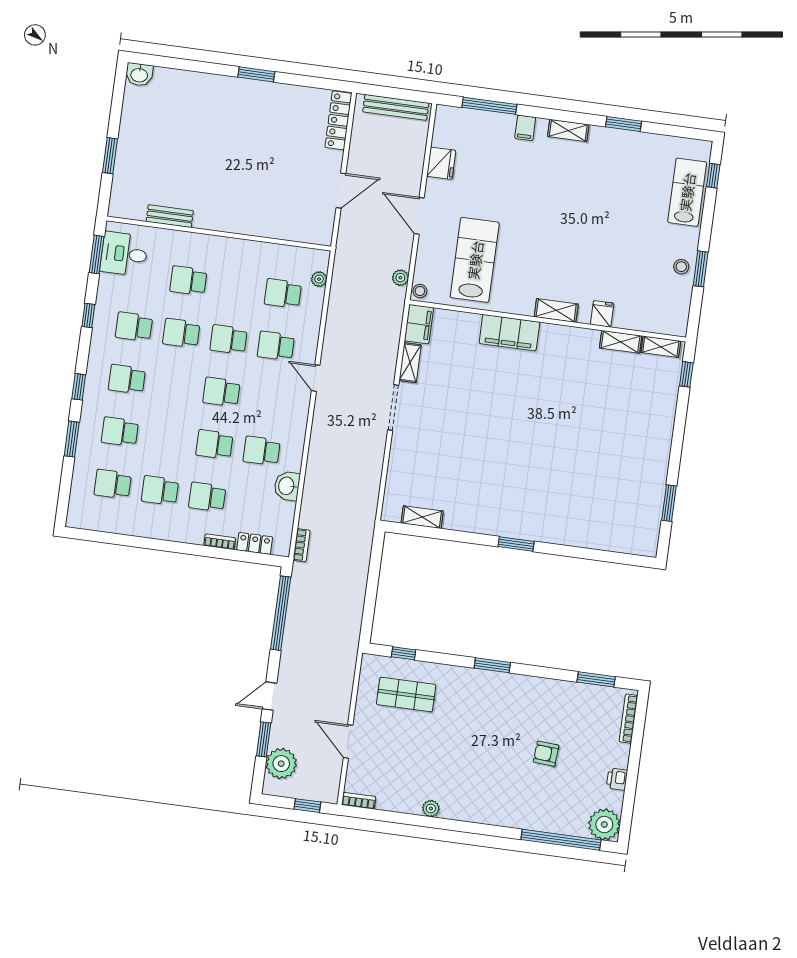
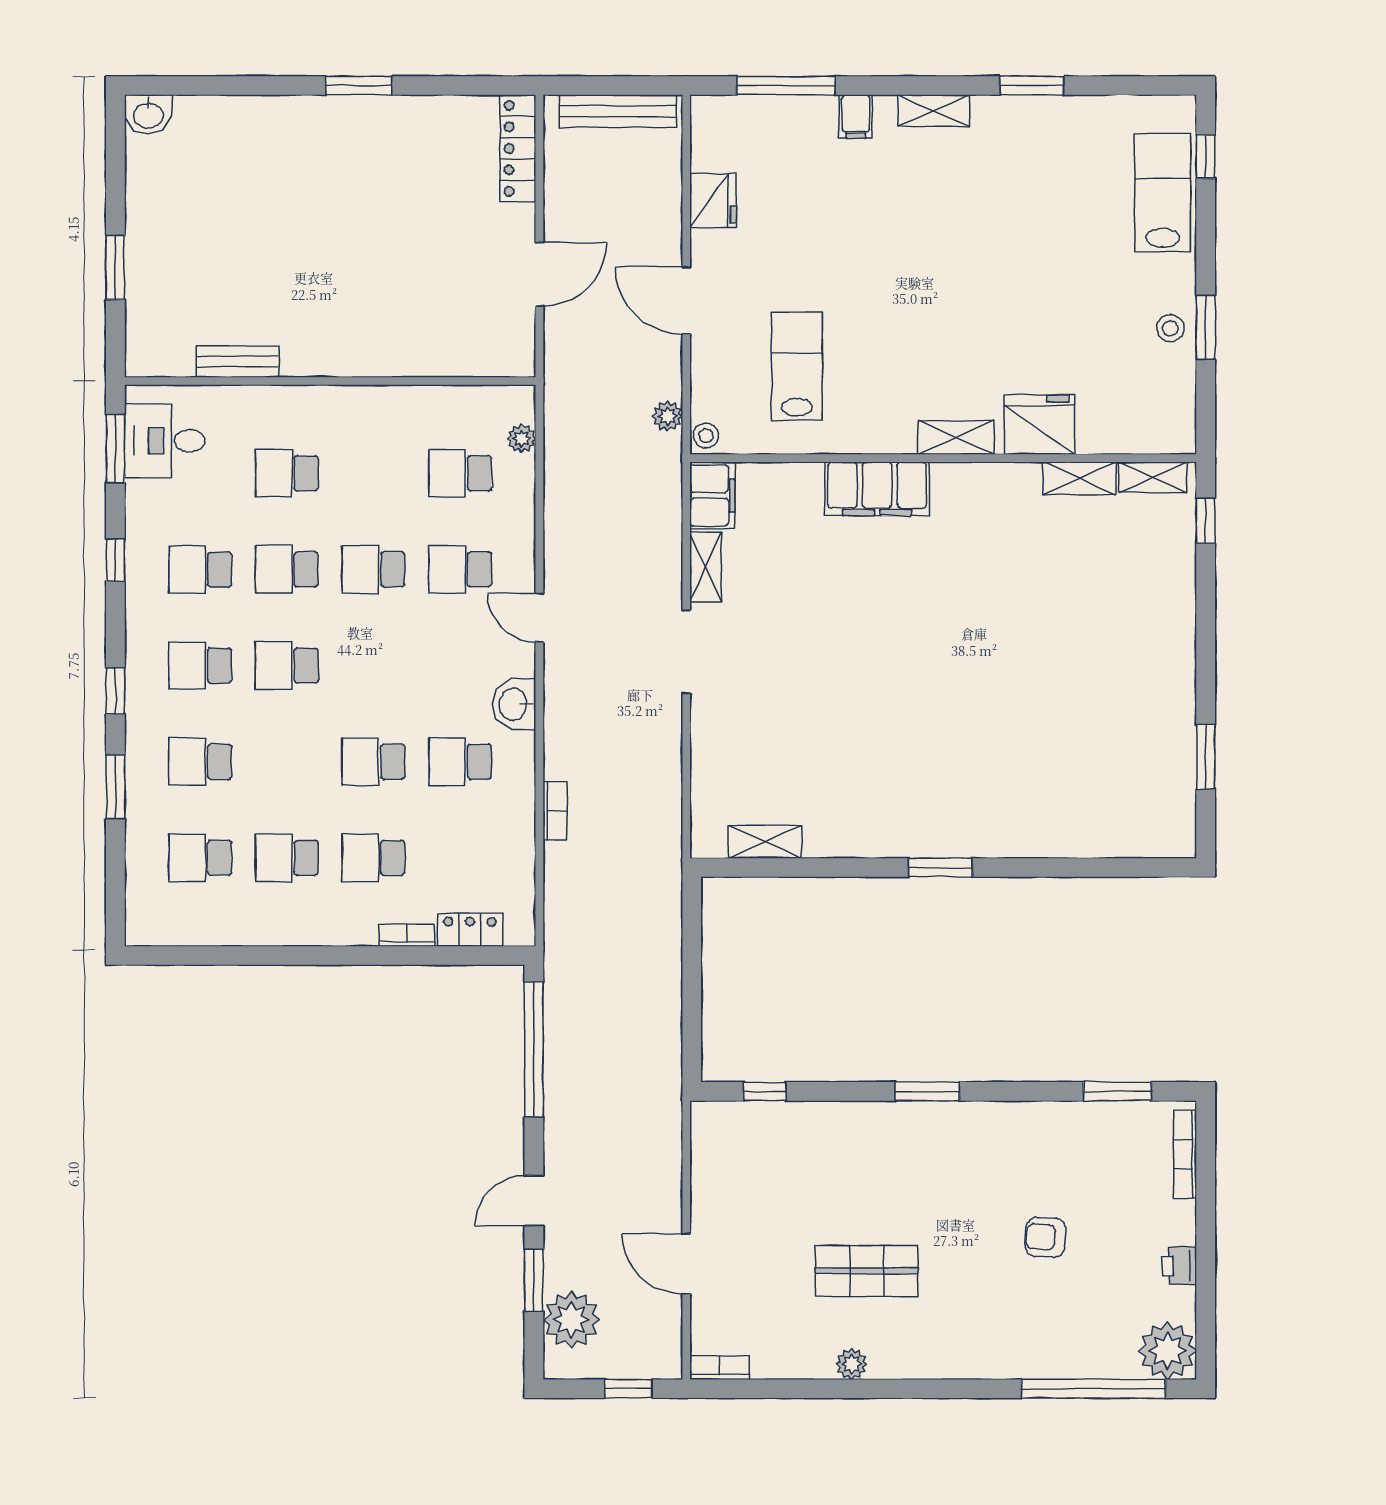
lab bench: (475, 260) -> (797, 366), width x0.73, depth x0.72
fridge: (602, 314) -> (1039, 425), width x1.88, depth x1.34
school desk: (221, 392) -> (287, 666), moved
washbasin: (287, 486) -> (514, 704), moved
bookcase: (302, 545) -> (555, 811), moved
shop shelf: (406, 695) -> (867, 1271), moved

